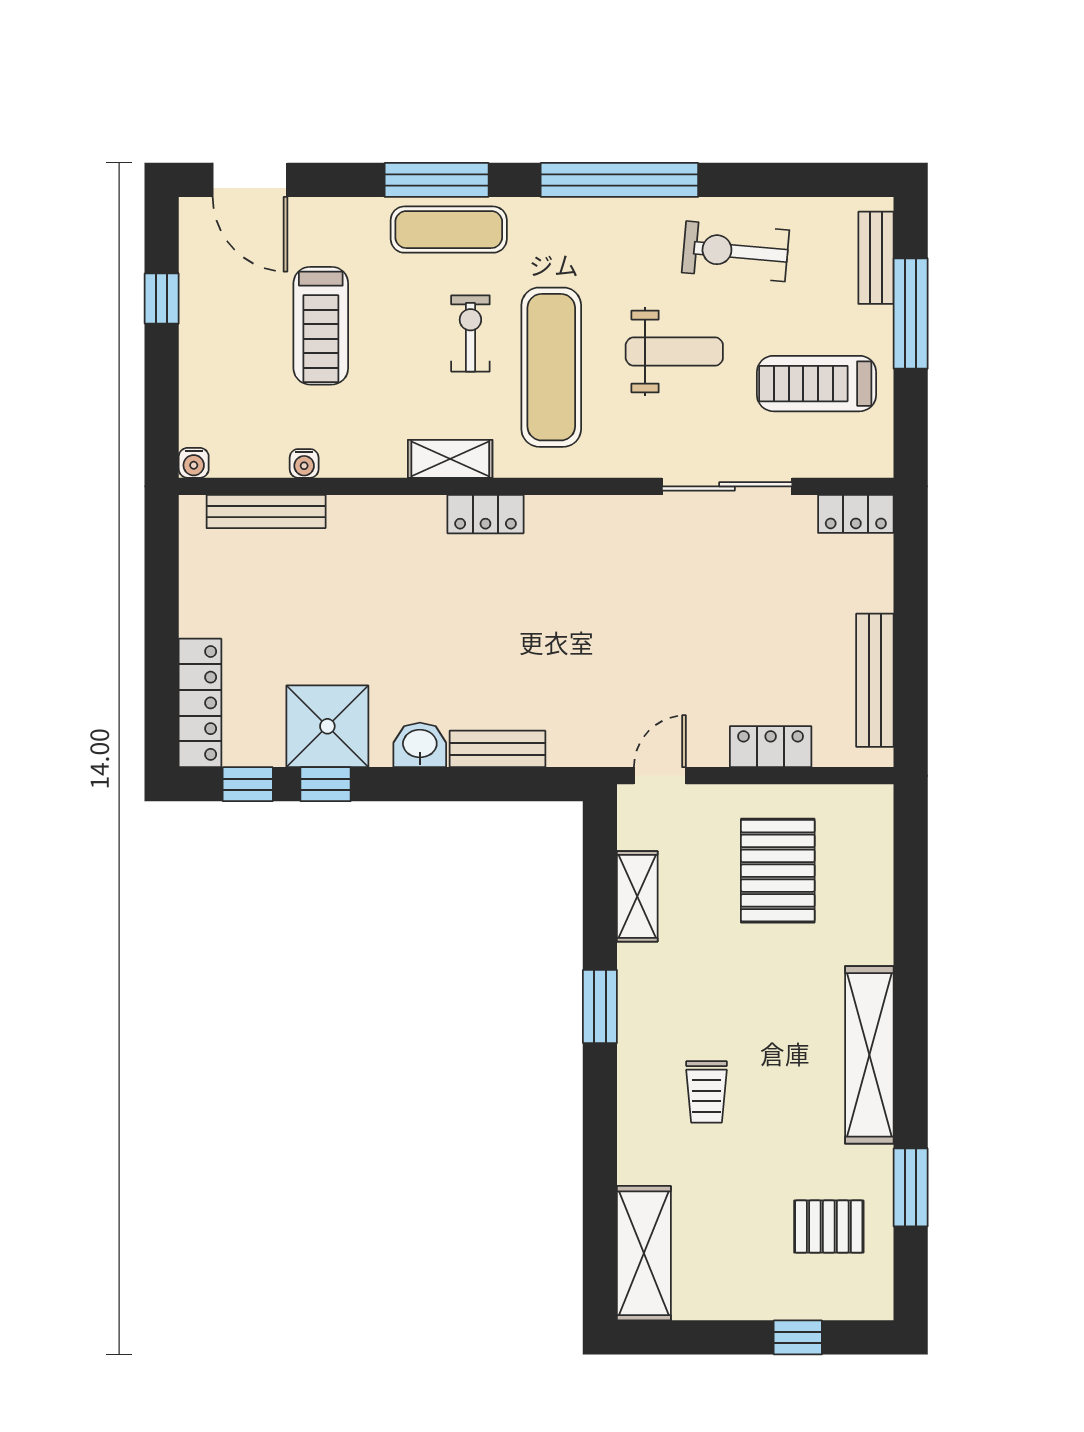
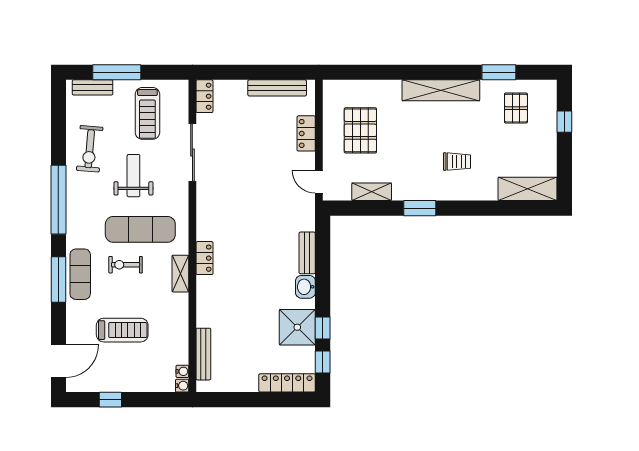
water cooler: (304, 463) -> (182, 371), moved
pallet: (778, 871) -> (360, 130), turned 90

